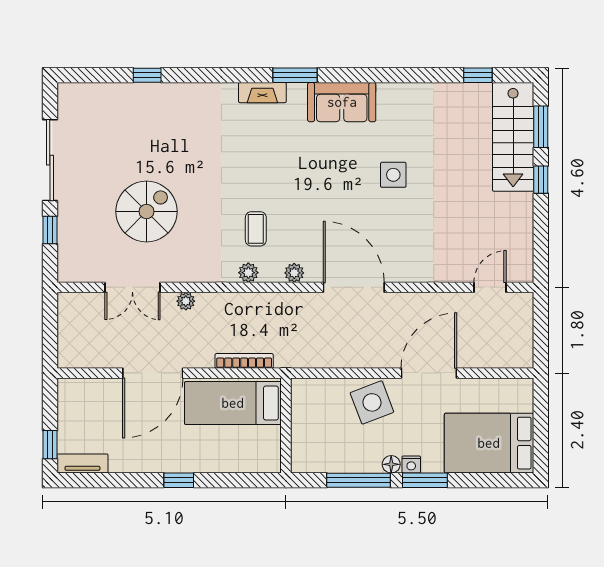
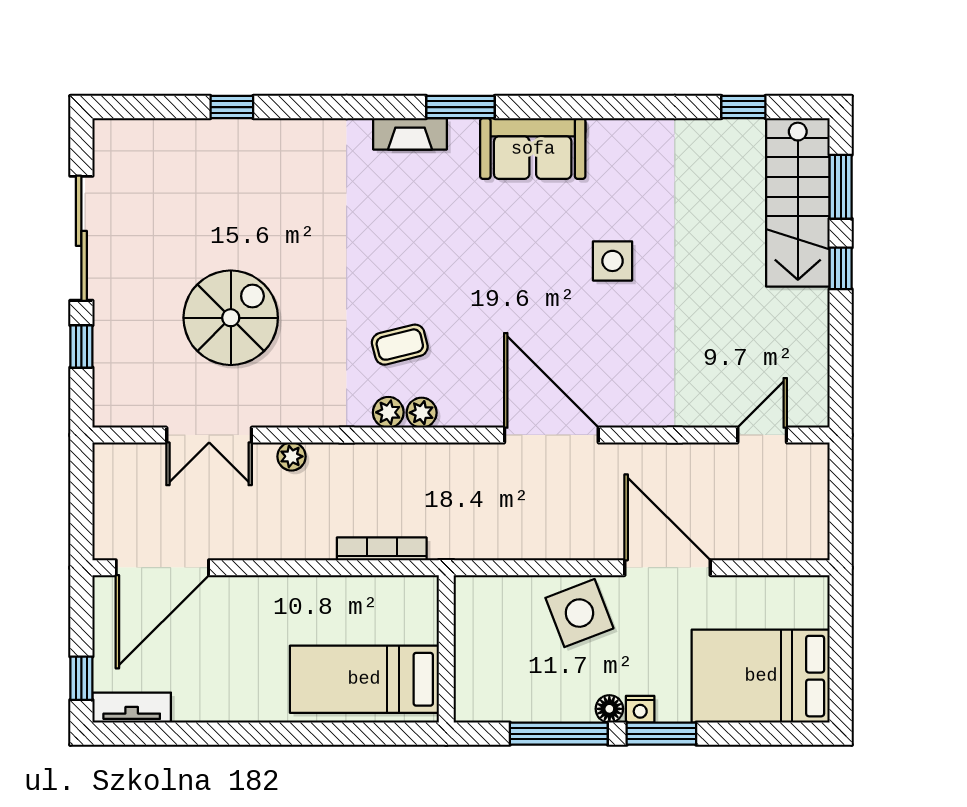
coffee table: (256, 229) -> (400, 345), turned 76
plant: (294, 273) -> (422, 413), moved
door: (153, 373) -> (162, 568), moved
door: (429, 373) -> (668, 568), hinge flipped
bed: (233, 403) -> (364, 679), moved
window: (179, 480) -> (280, 734), removed

